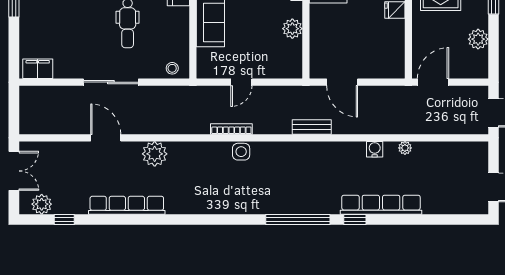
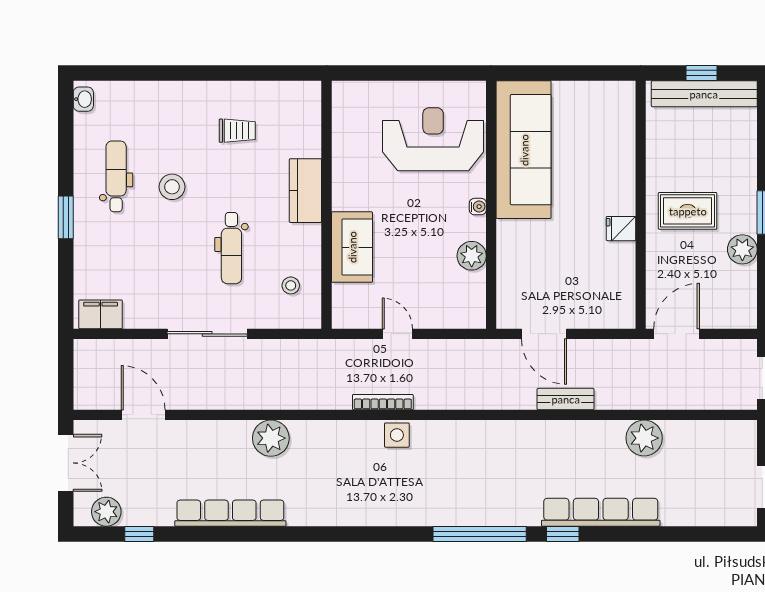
plant: (478, 39) -> (742, 249), moved
stool: (172, 68) -> (291, 285), moved
door: (241, 82) -> (397, 334), swing flipped
bench: (312, 127) -> (566, 399), moved
door: (106, 138) -> (143, 415), moved
plant: (405, 148) -> (644, 438), width x1.87, depth x1.87
water cooler: (375, 149) -> (592, 431), removed

